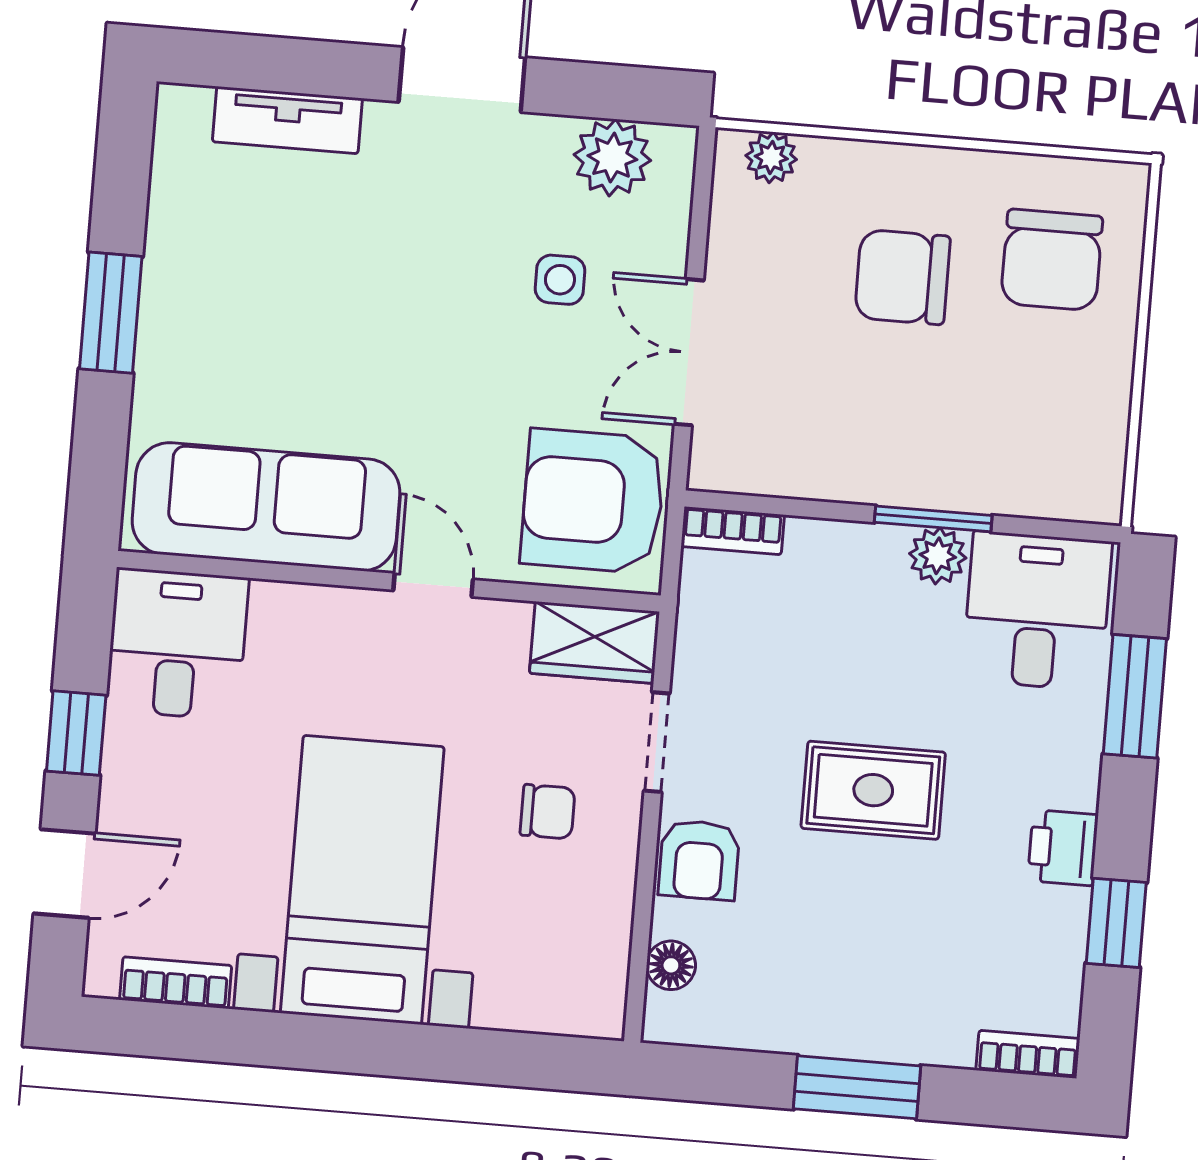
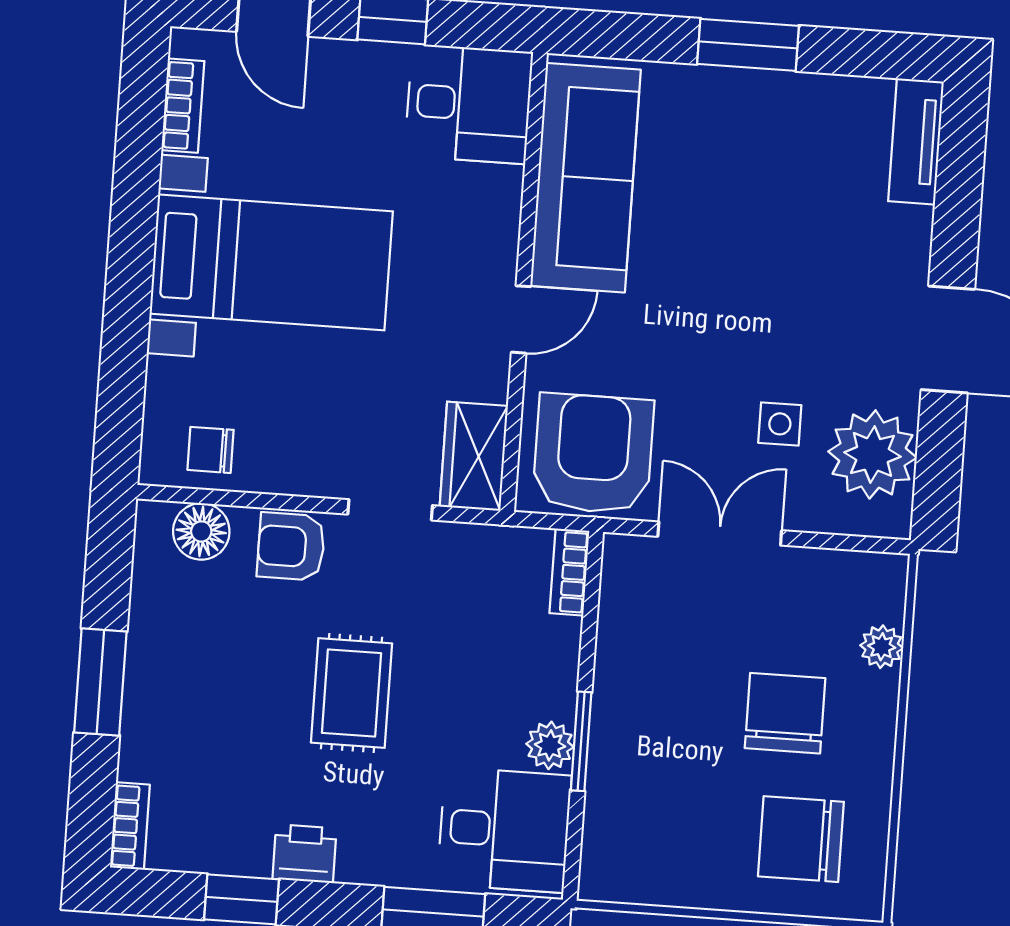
tv unit: (287, 120) -> (916, 141), moved
plant: (771, 157) -> (882, 647), moved
plant: (612, 158) -> (872, 454), width x1.36, depth x1.36
chair: (548, 812) -> (211, 450), moved, turned 90
floor lamp: (671, 965) -> (201, 531), width x1.37, depth x1.37

